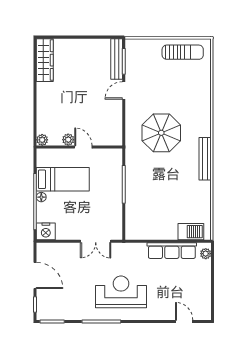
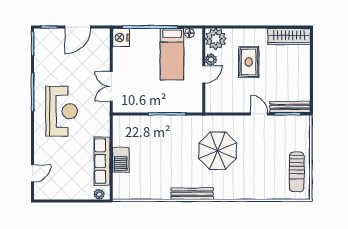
rug: (71, 101) -> (249, 62), added
plant: (42, 140) -> (216, 39), width x1.88, depth x1.88
floor lamp: (41, 197) -> (189, 33), moved
barbecue: (191, 232) -> (121, 160), moved

